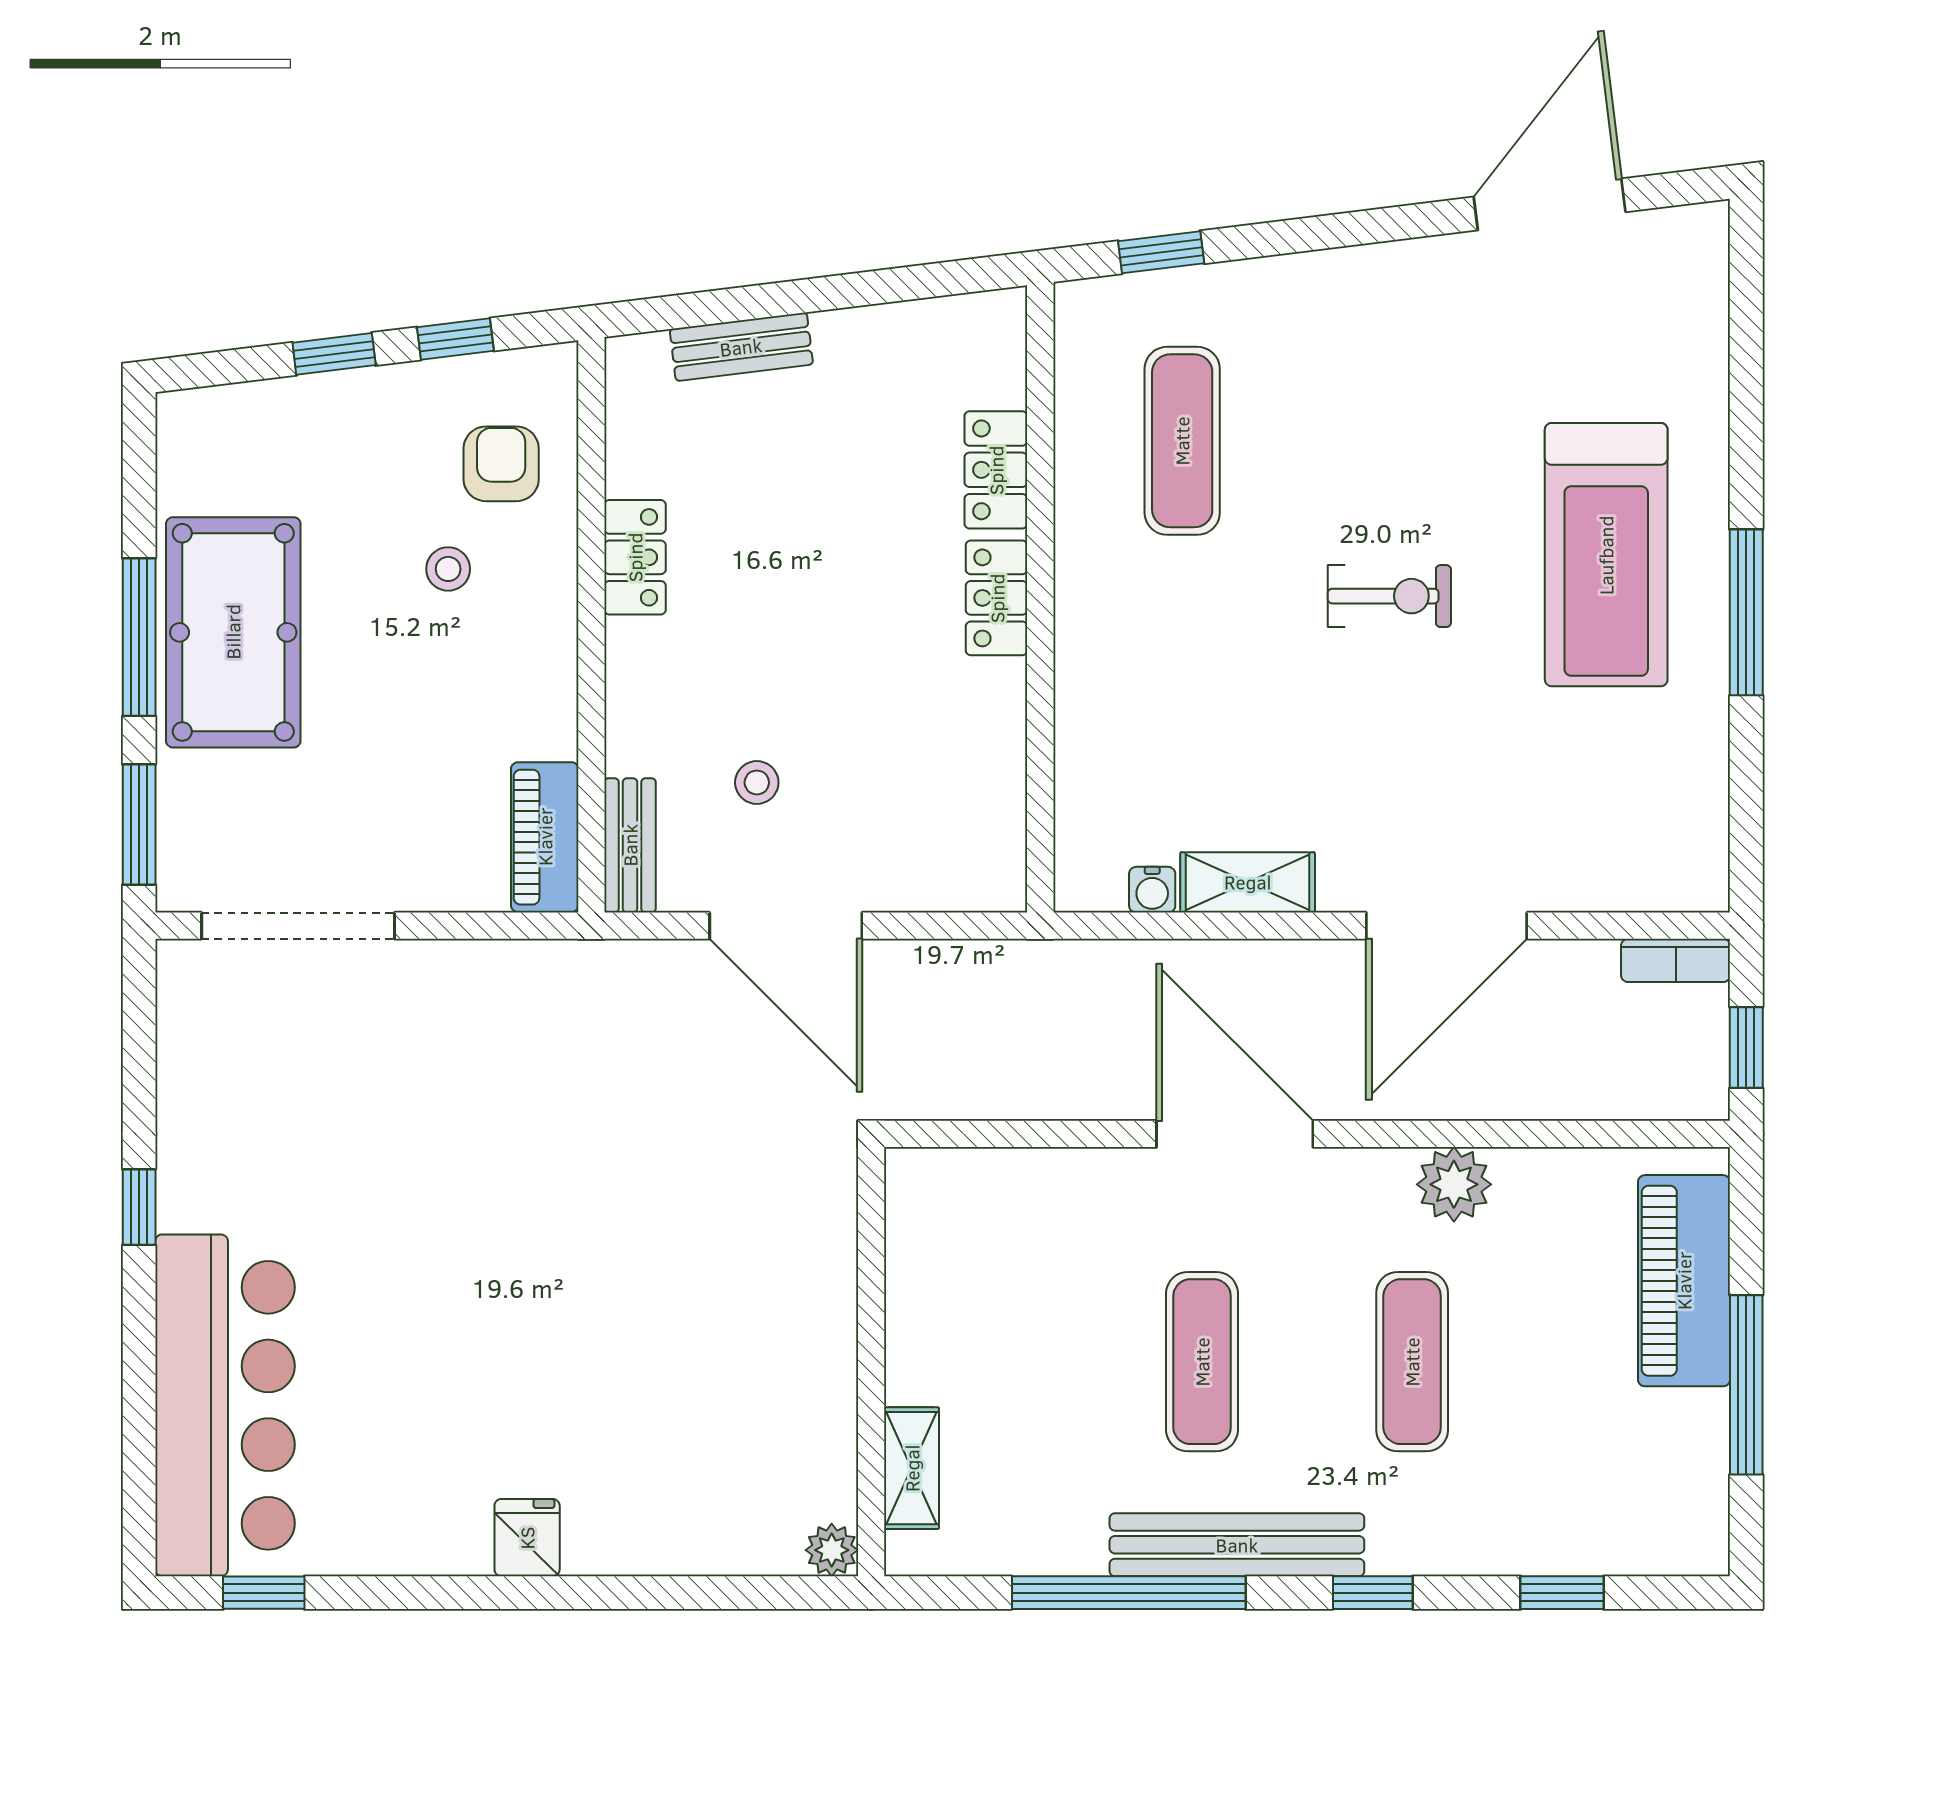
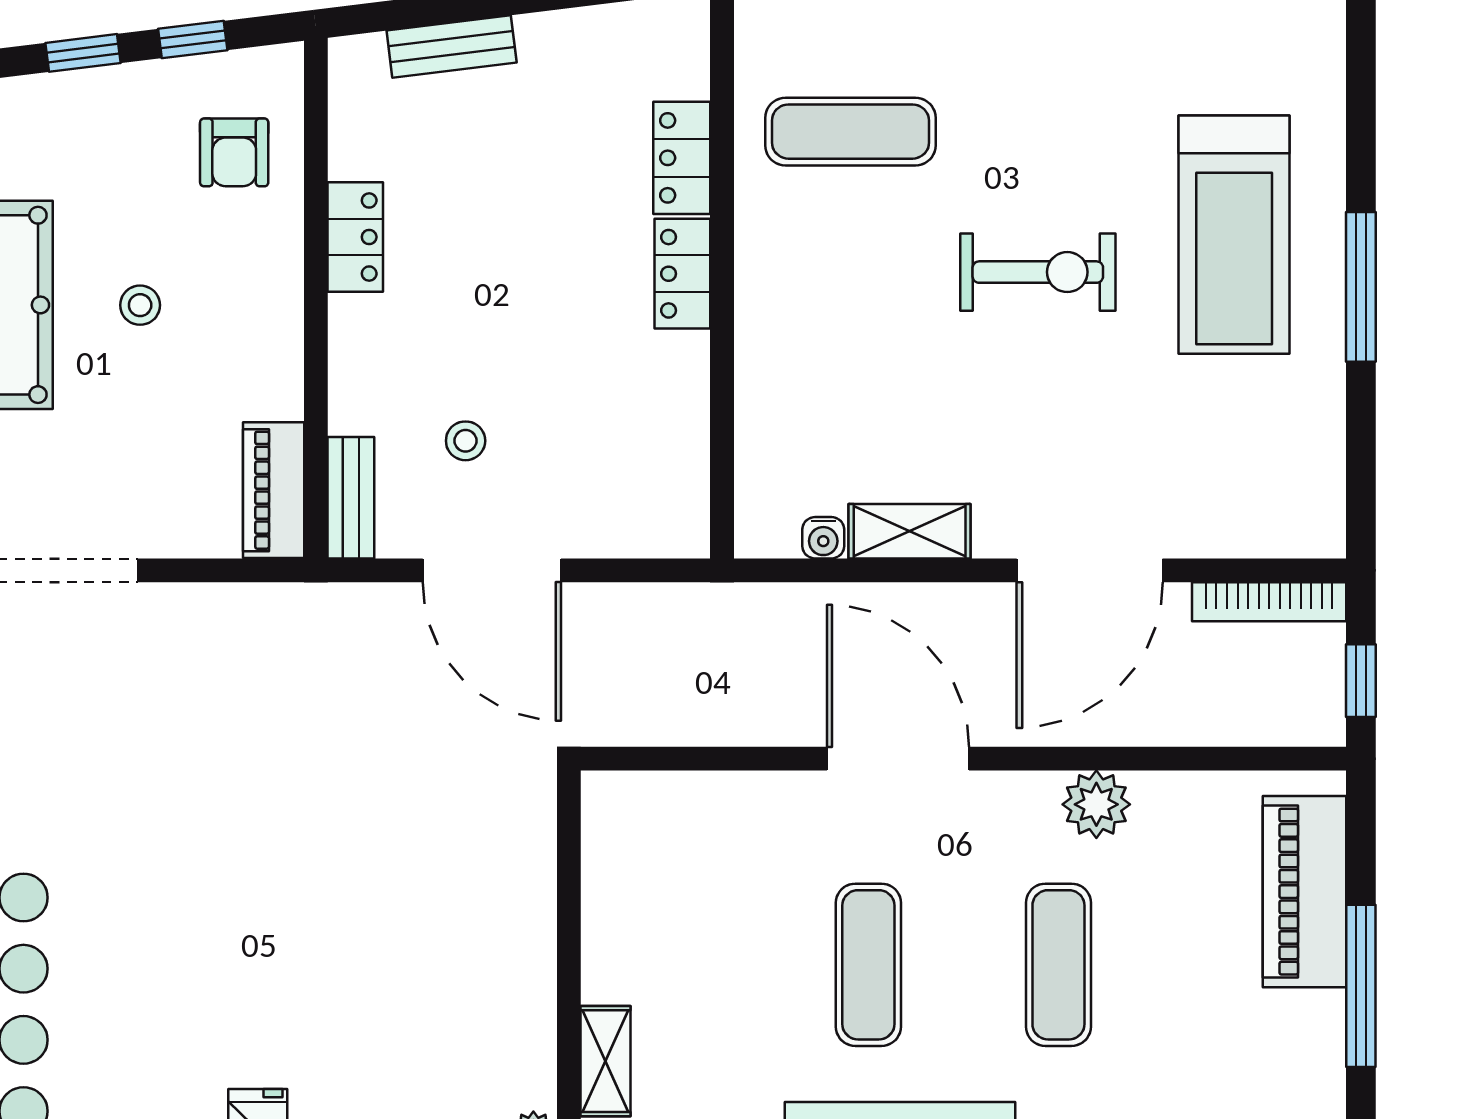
exercise mat: (1182, 441) -> (850, 132), turned 90
armchair: (501, 464) -> (234, 152), turned 180
stool: (448, 569) -> (140, 305), moved
exercise bike: (1389, 596) -> (1038, 272), width x1.38, depth x1.39
bookcase: (1676, 960) -> (1269, 602), width x1.56

